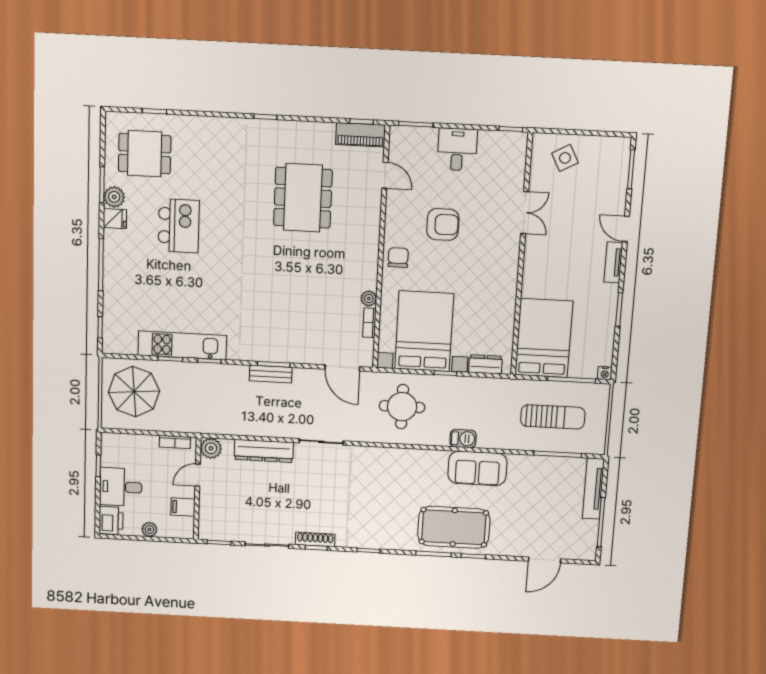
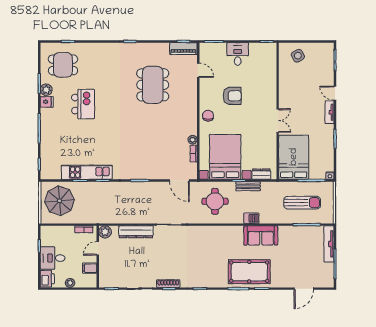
double door: (525, 213) -> (278, 121), moved
bench: (271, 374) -> (248, 186), moved

